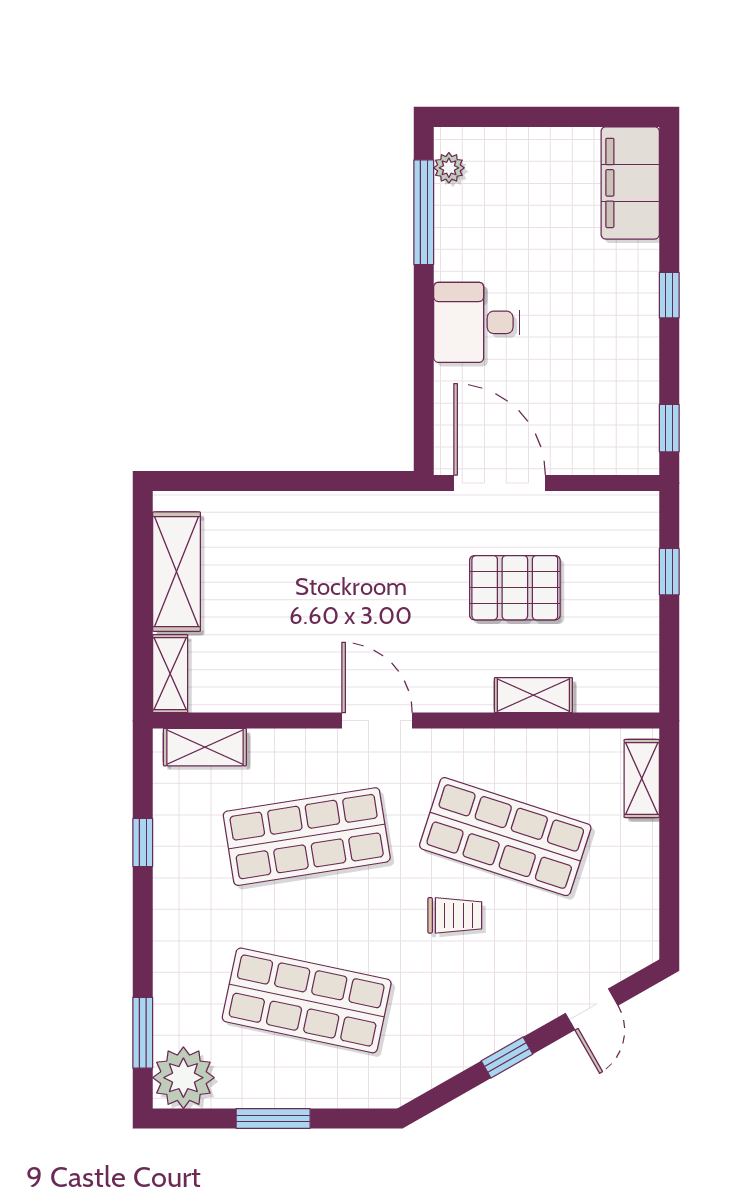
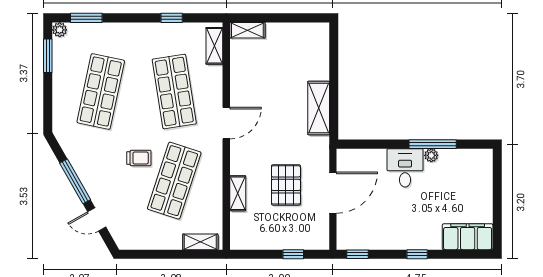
plant: (449, 168) -> (431, 155), moved
window: (424, 212) -> (433, 144), moved
door: (500, 483) -> (333, 193), moved
shelving: (177, 572) -> (319, 108), moved, turned 90
trolley: (455, 915) -> (139, 158), turned -90
window: (507, 1058) -> (75, 181), width x2.17
plant: (183, 1078) -> (60, 30), width x0.53, depth x0.53
window: (273, 1118) -> (48, 56), moved

